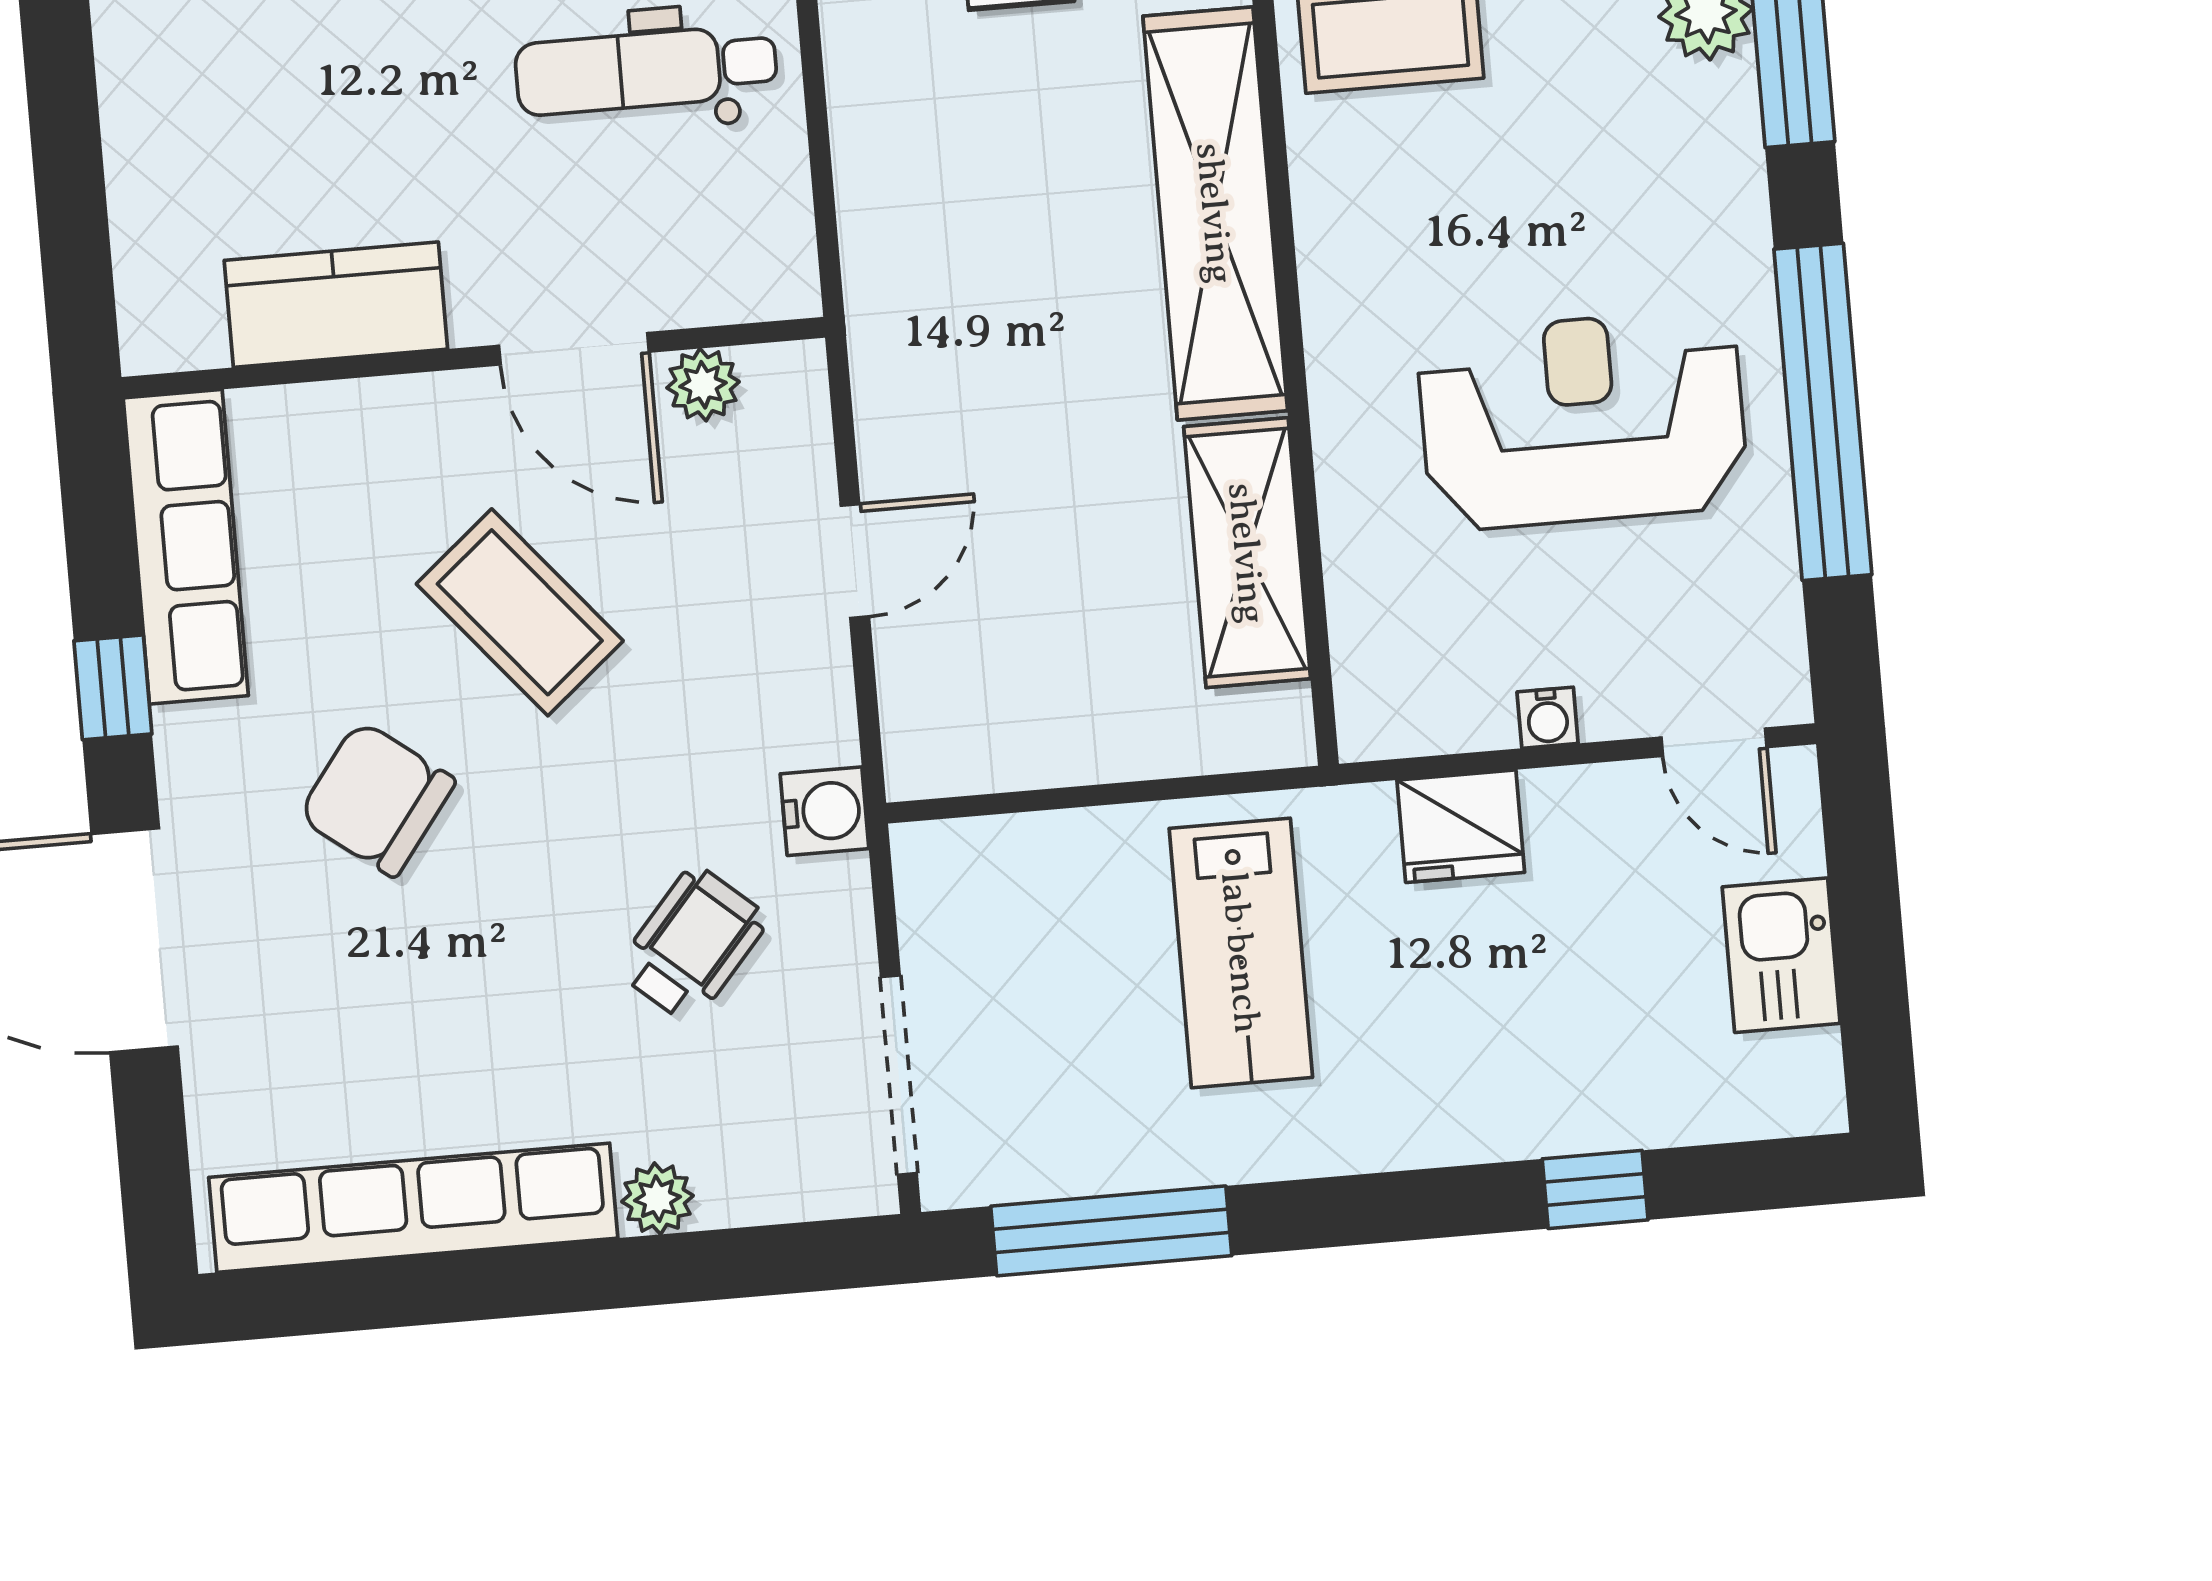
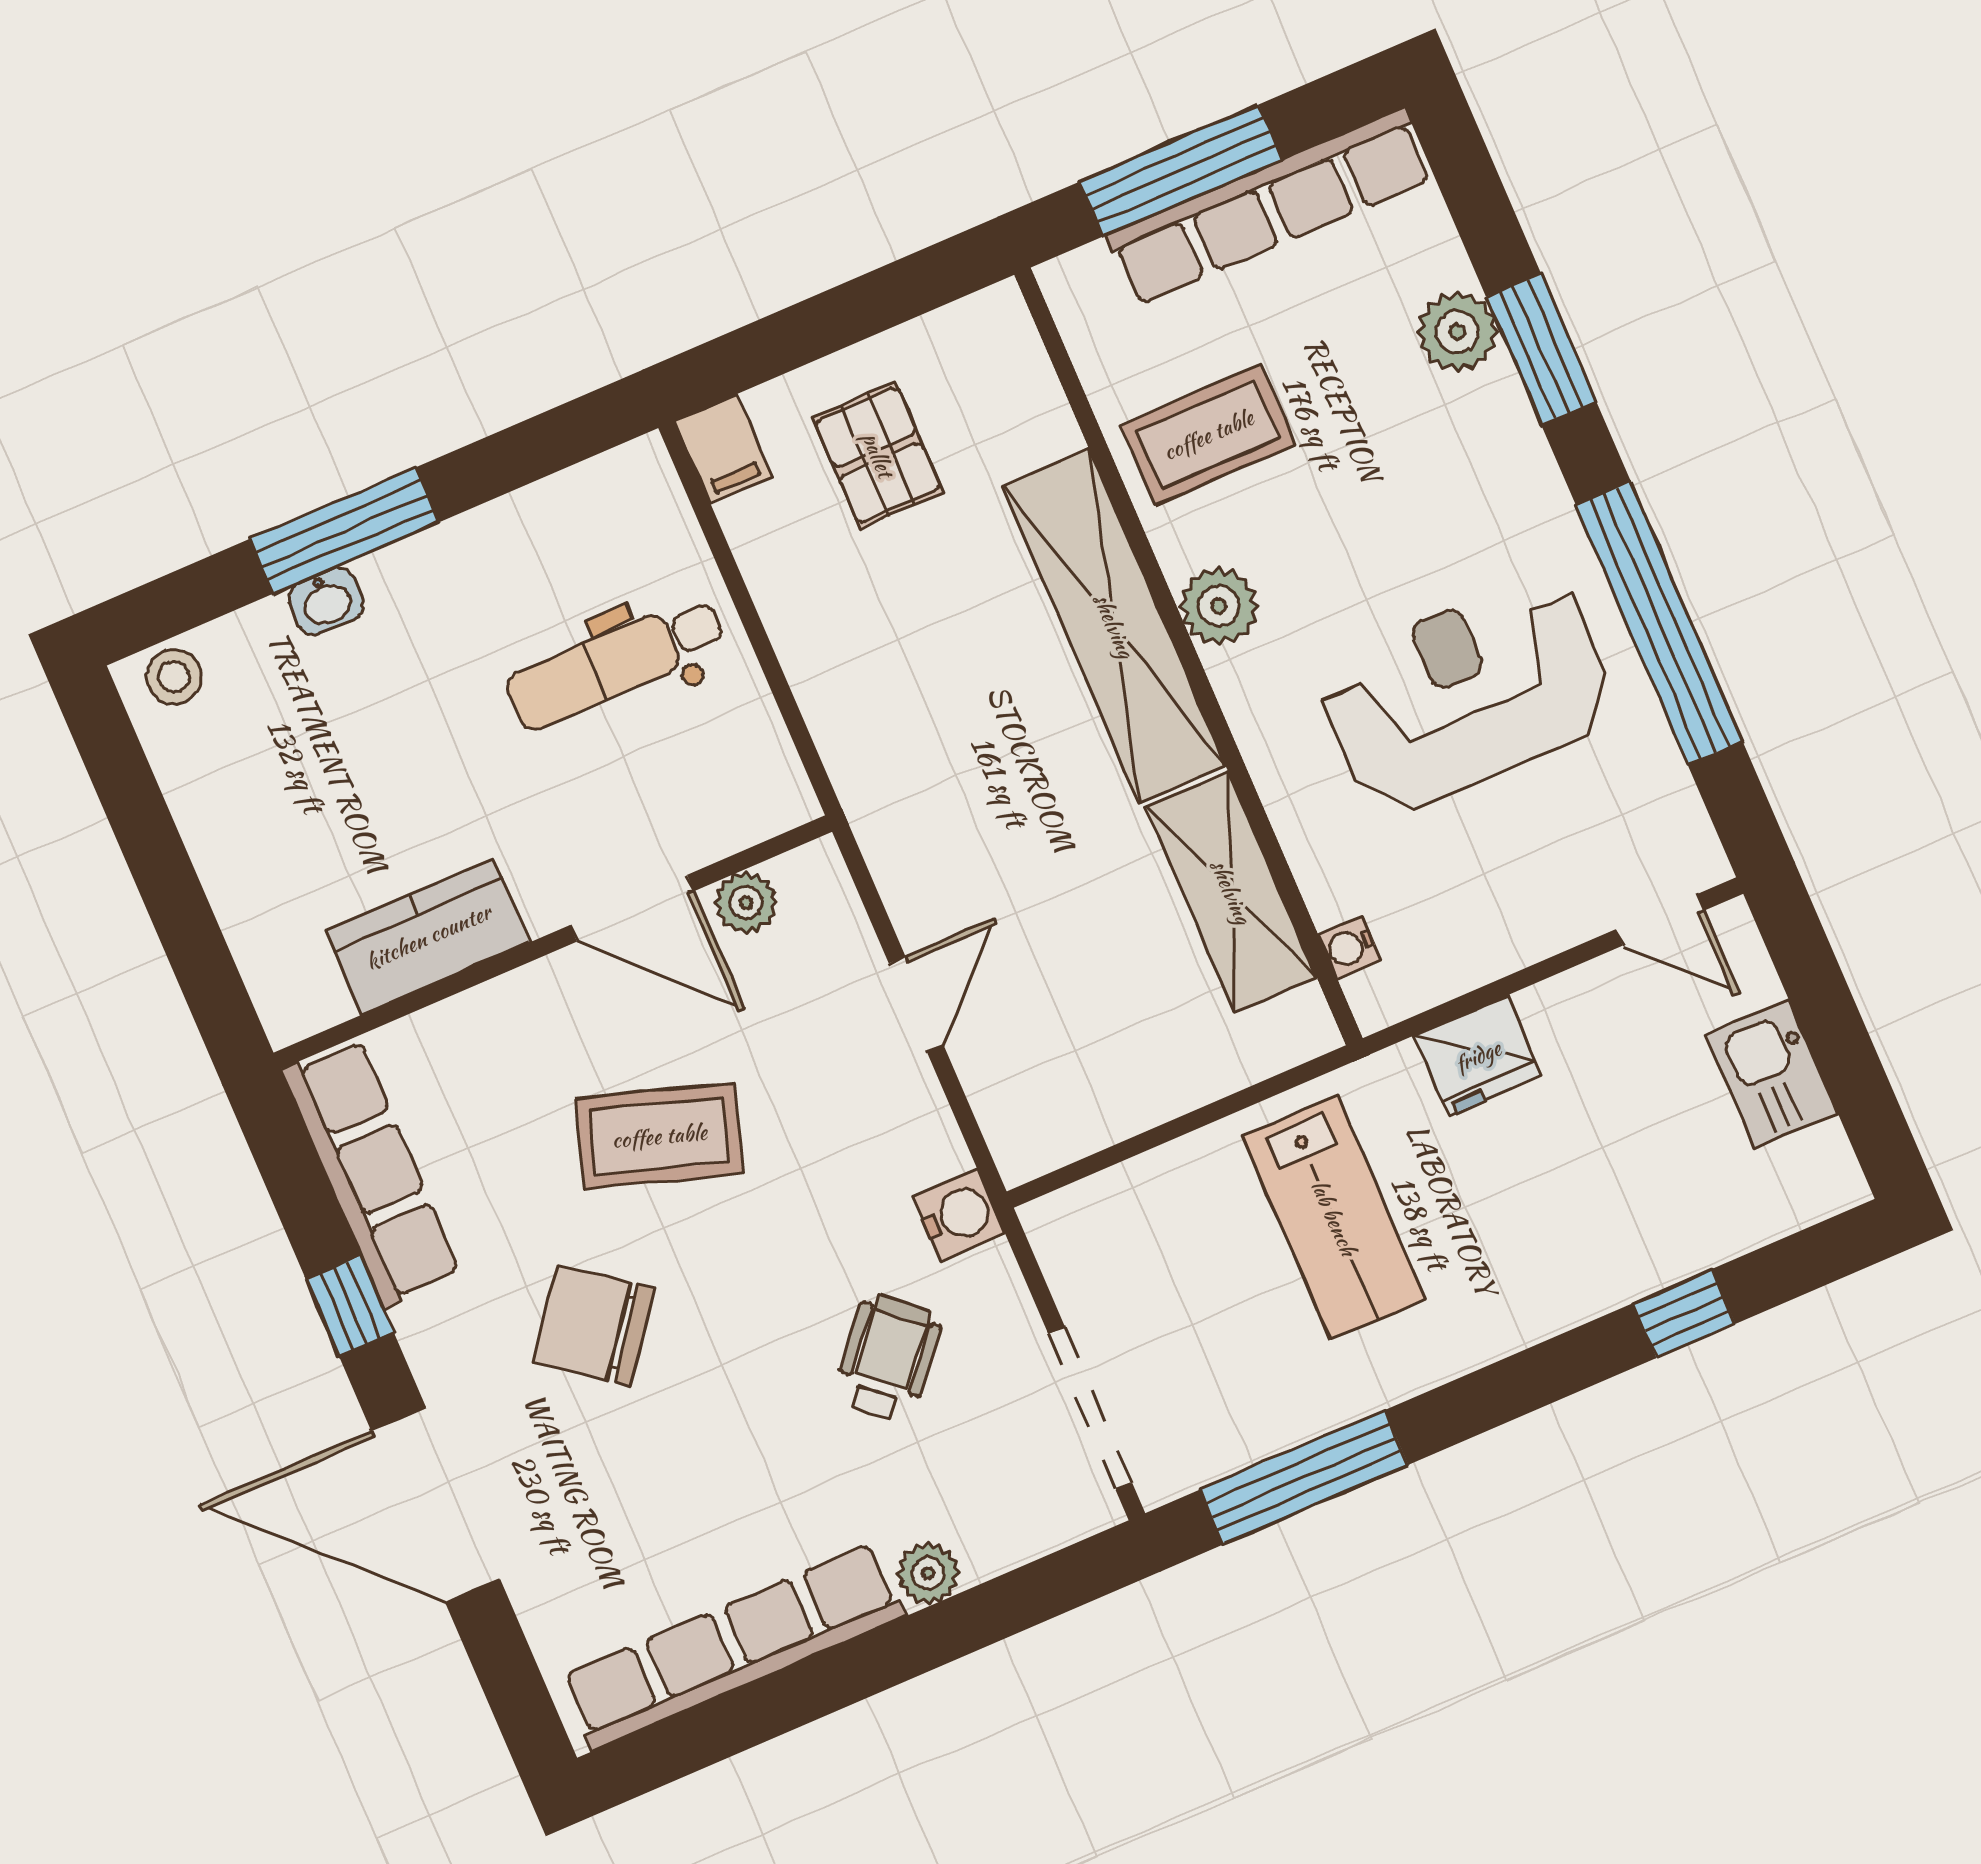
plant: (1339, 230) -> (1219, 606), added
coffee table: (520, 612) -> (659, 1136), turned -32
water cooler: (1548, 718) -> (1349, 947), moved, turned 90

